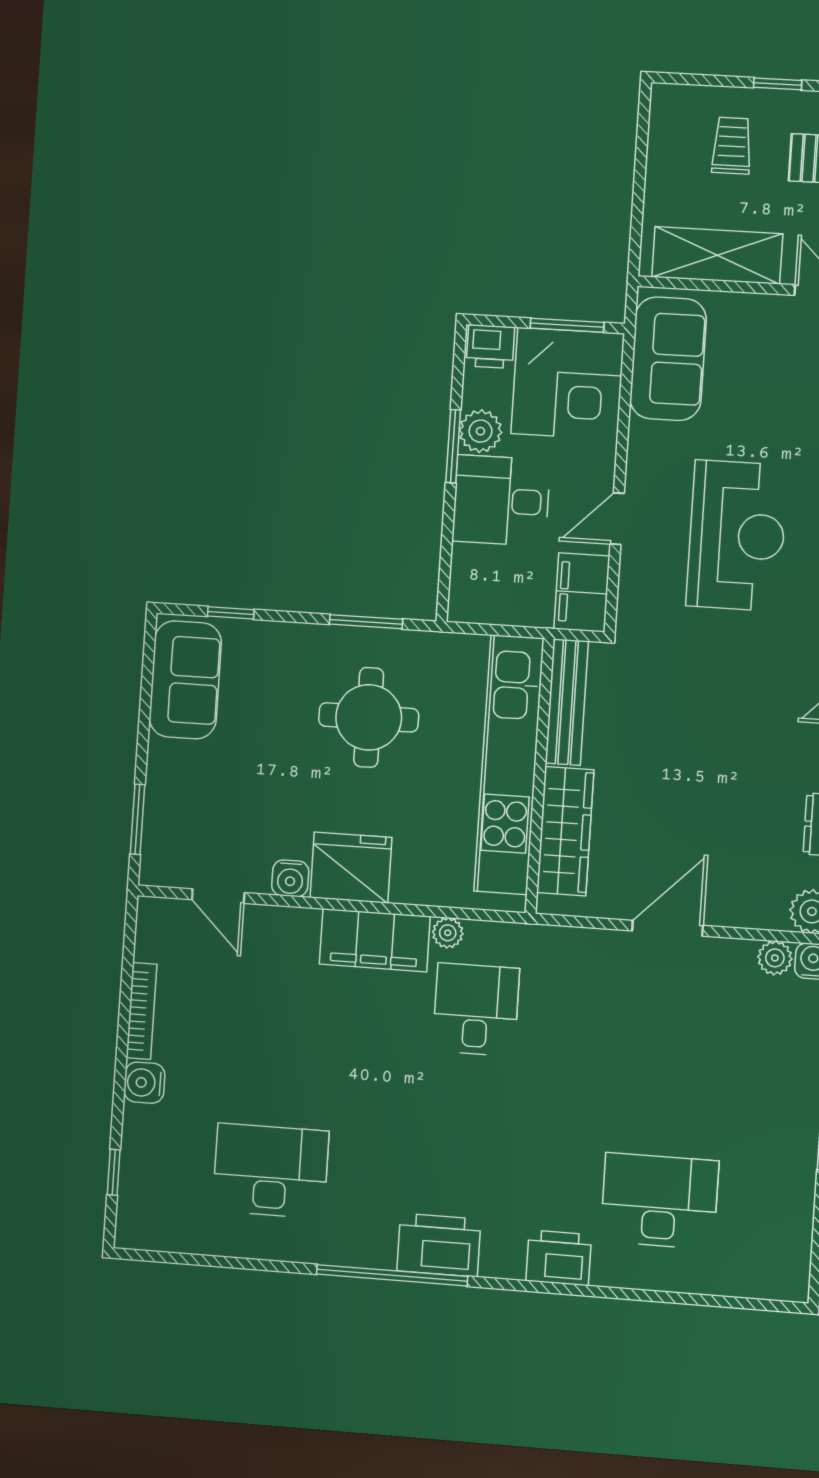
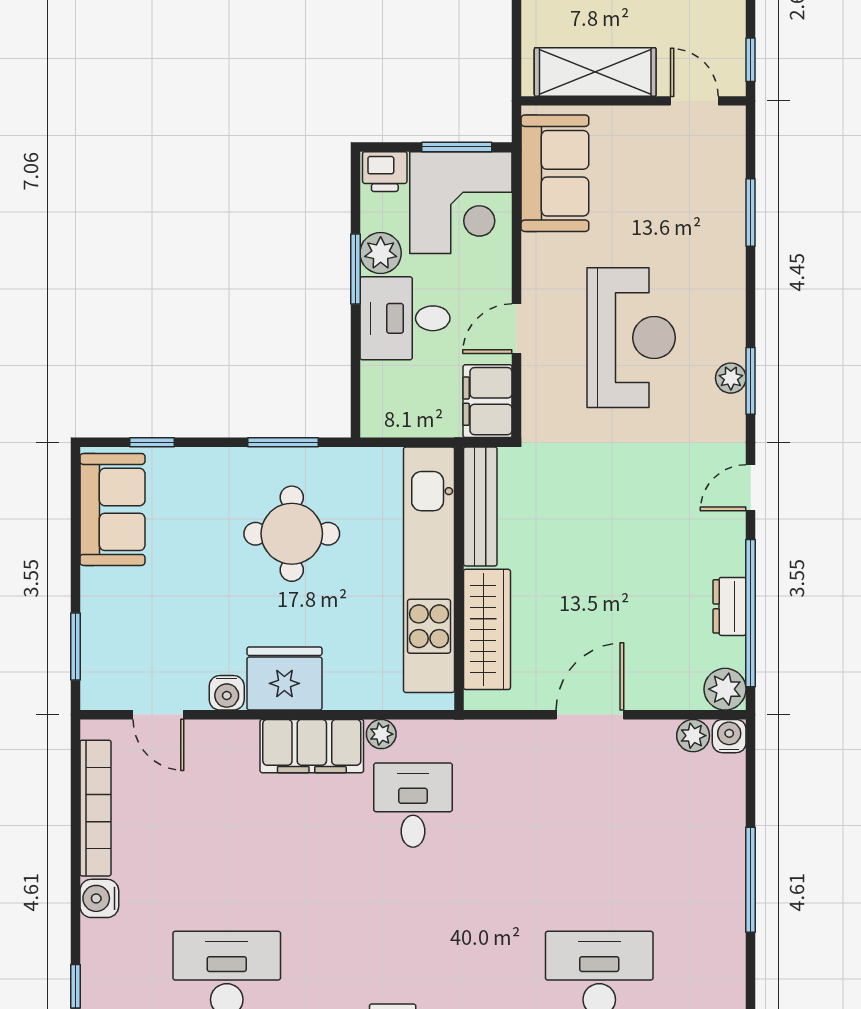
bookcase: (141, 1011) -> (95, 808), width x1.48, depth x1.31

